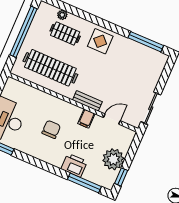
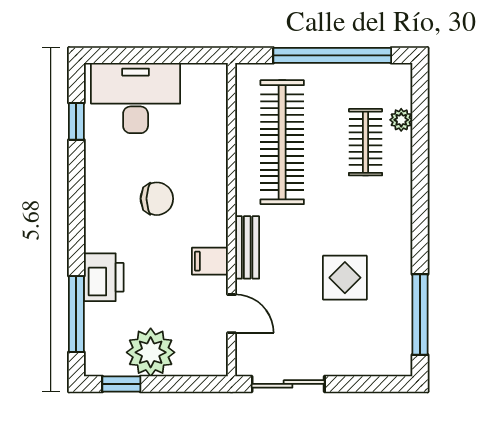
display table: (100, 41) -> (345, 278), moved

